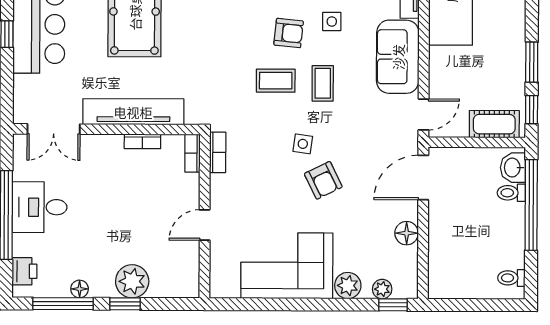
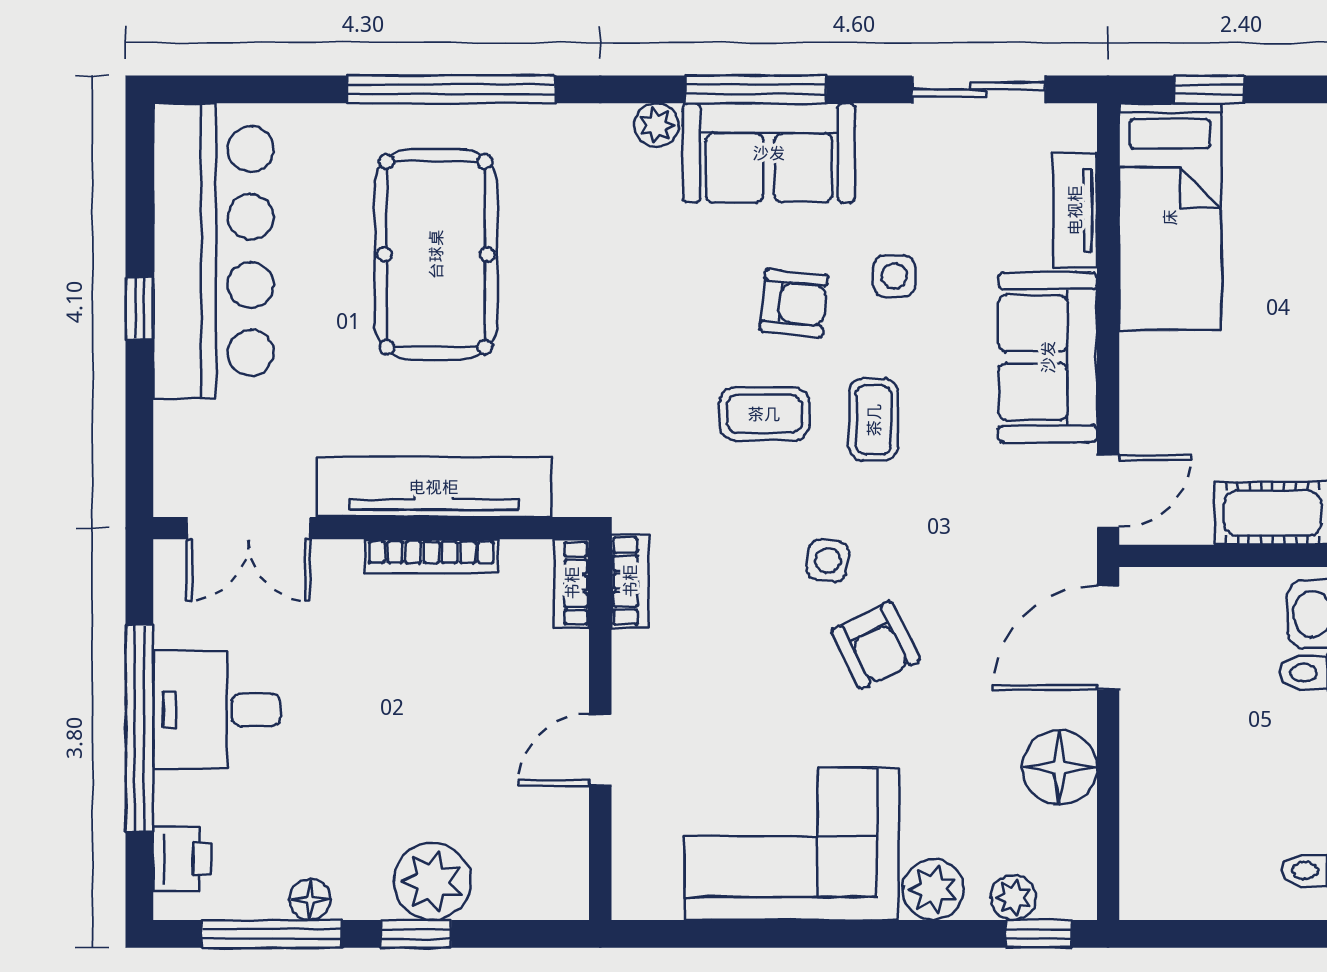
bookcase: (142, 141) -> (431, 556), width x1.56
floor lamp: (407, 233) -> (1060, 767), width x1.38, depth x1.38

